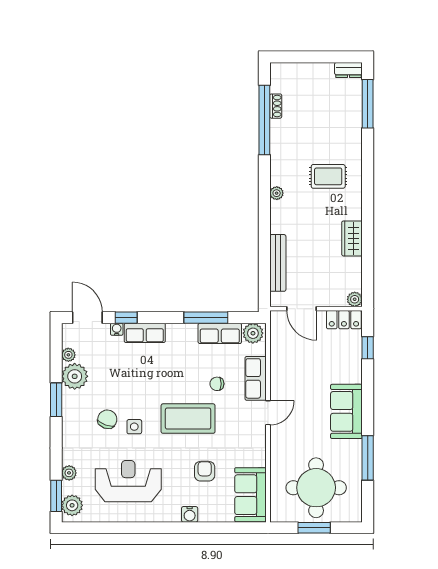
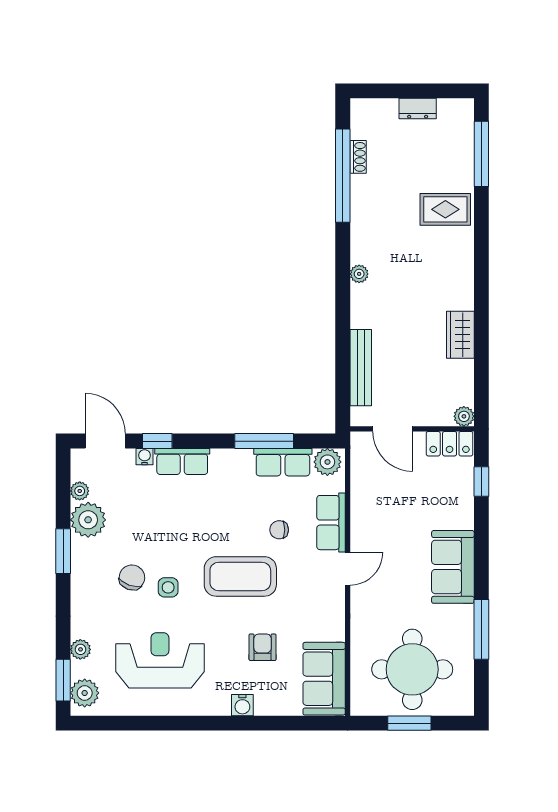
dresser: (348, 70) -> (418, 109), moved
rug: (328, 176) -> (445, 209), moved

